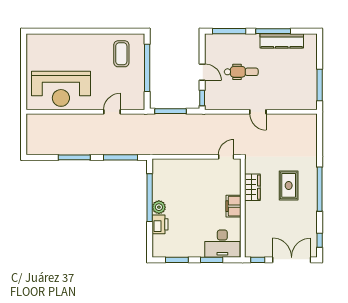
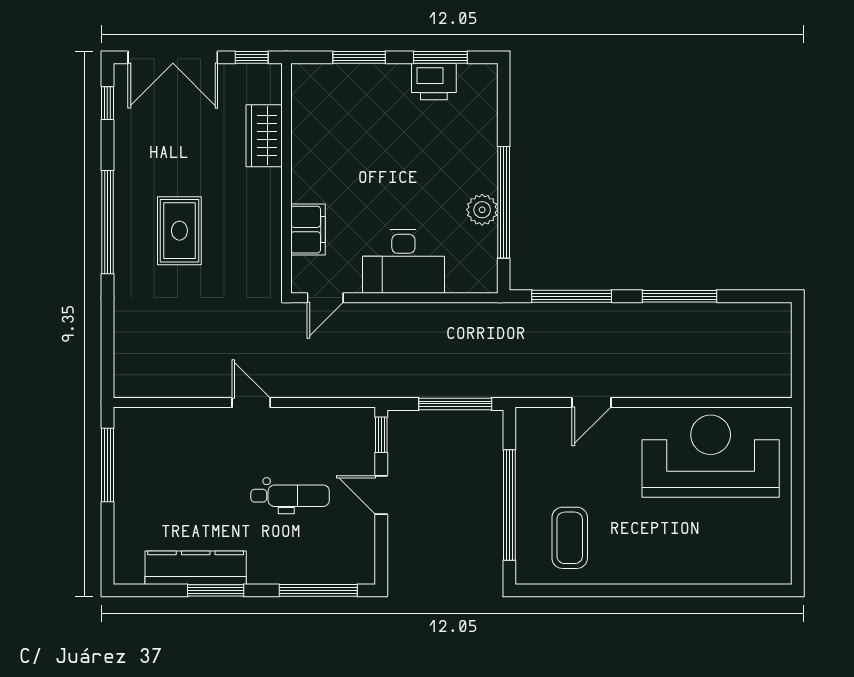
window: (273, 31) -> (216, 590), width x0.69
dental chair: (241, 72) -> (290, 496), turned 180
wardrobe: (252, 187) -> (264, 136), moved
filing cabinet: (234, 206) -> (308, 230), moved
plant: (159, 207) -> (482, 210), moved
printer: (160, 224) -> (434, 82), moved, turned -90
desk: (222, 244) -> (403, 261), moved, turned 180

